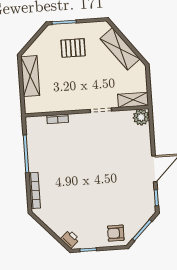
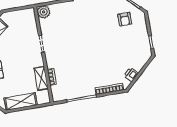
shelving: (133, 100) -> (41, 78), moved
armchair: (116, 233) -> (125, 19), moved
printer: (70, 239) -> (131, 75), moved

